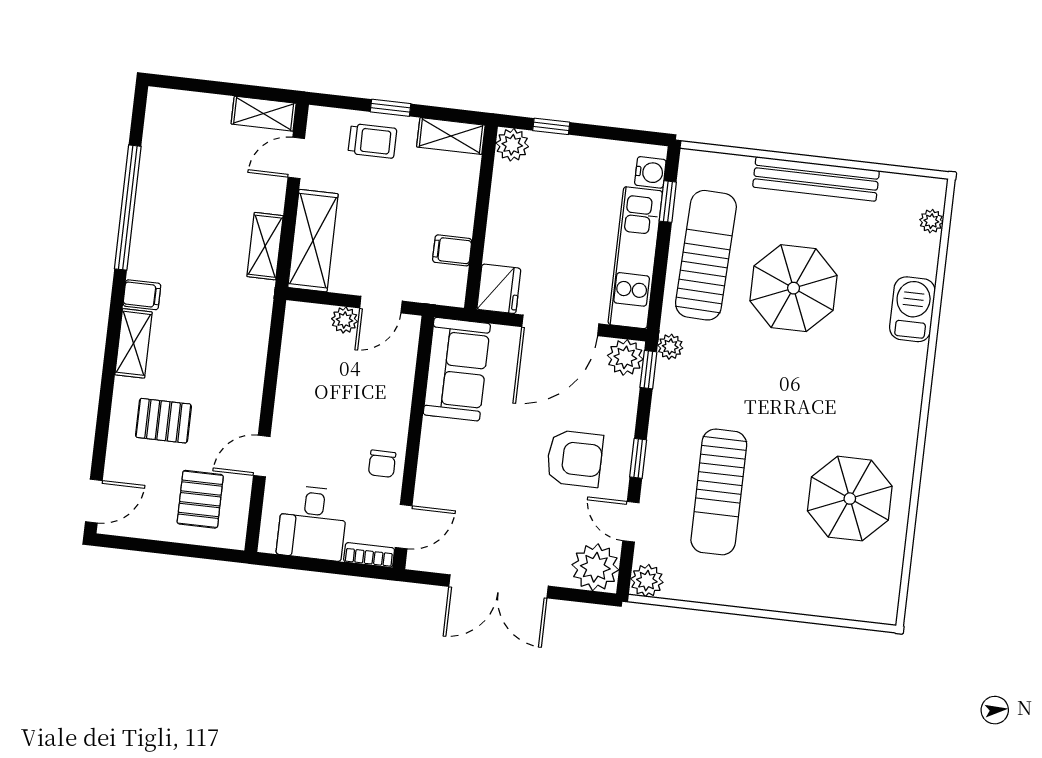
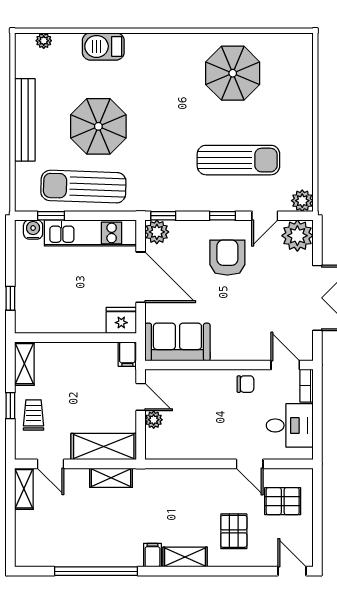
plant: (512, 145) -> (25, 323), removed
filing cabinet: (452, 250) -> (127, 354), moved
plant: (670, 347) -> (146, 203), removed

